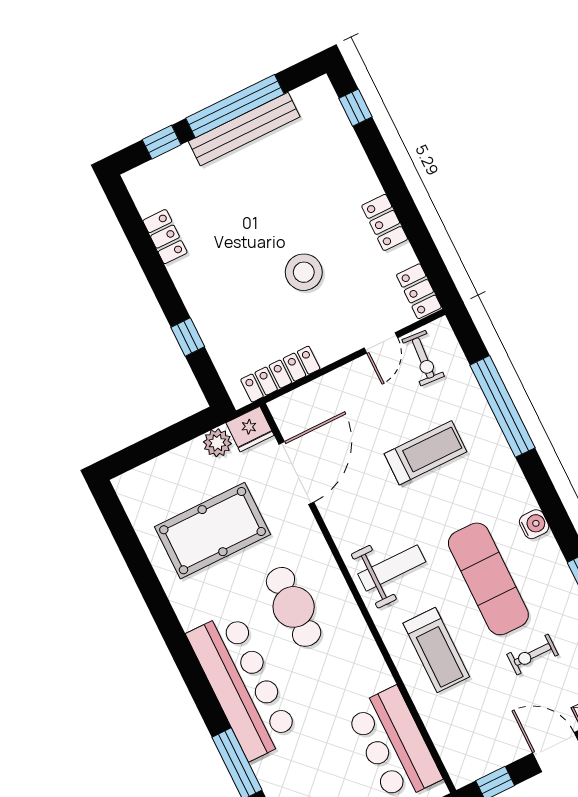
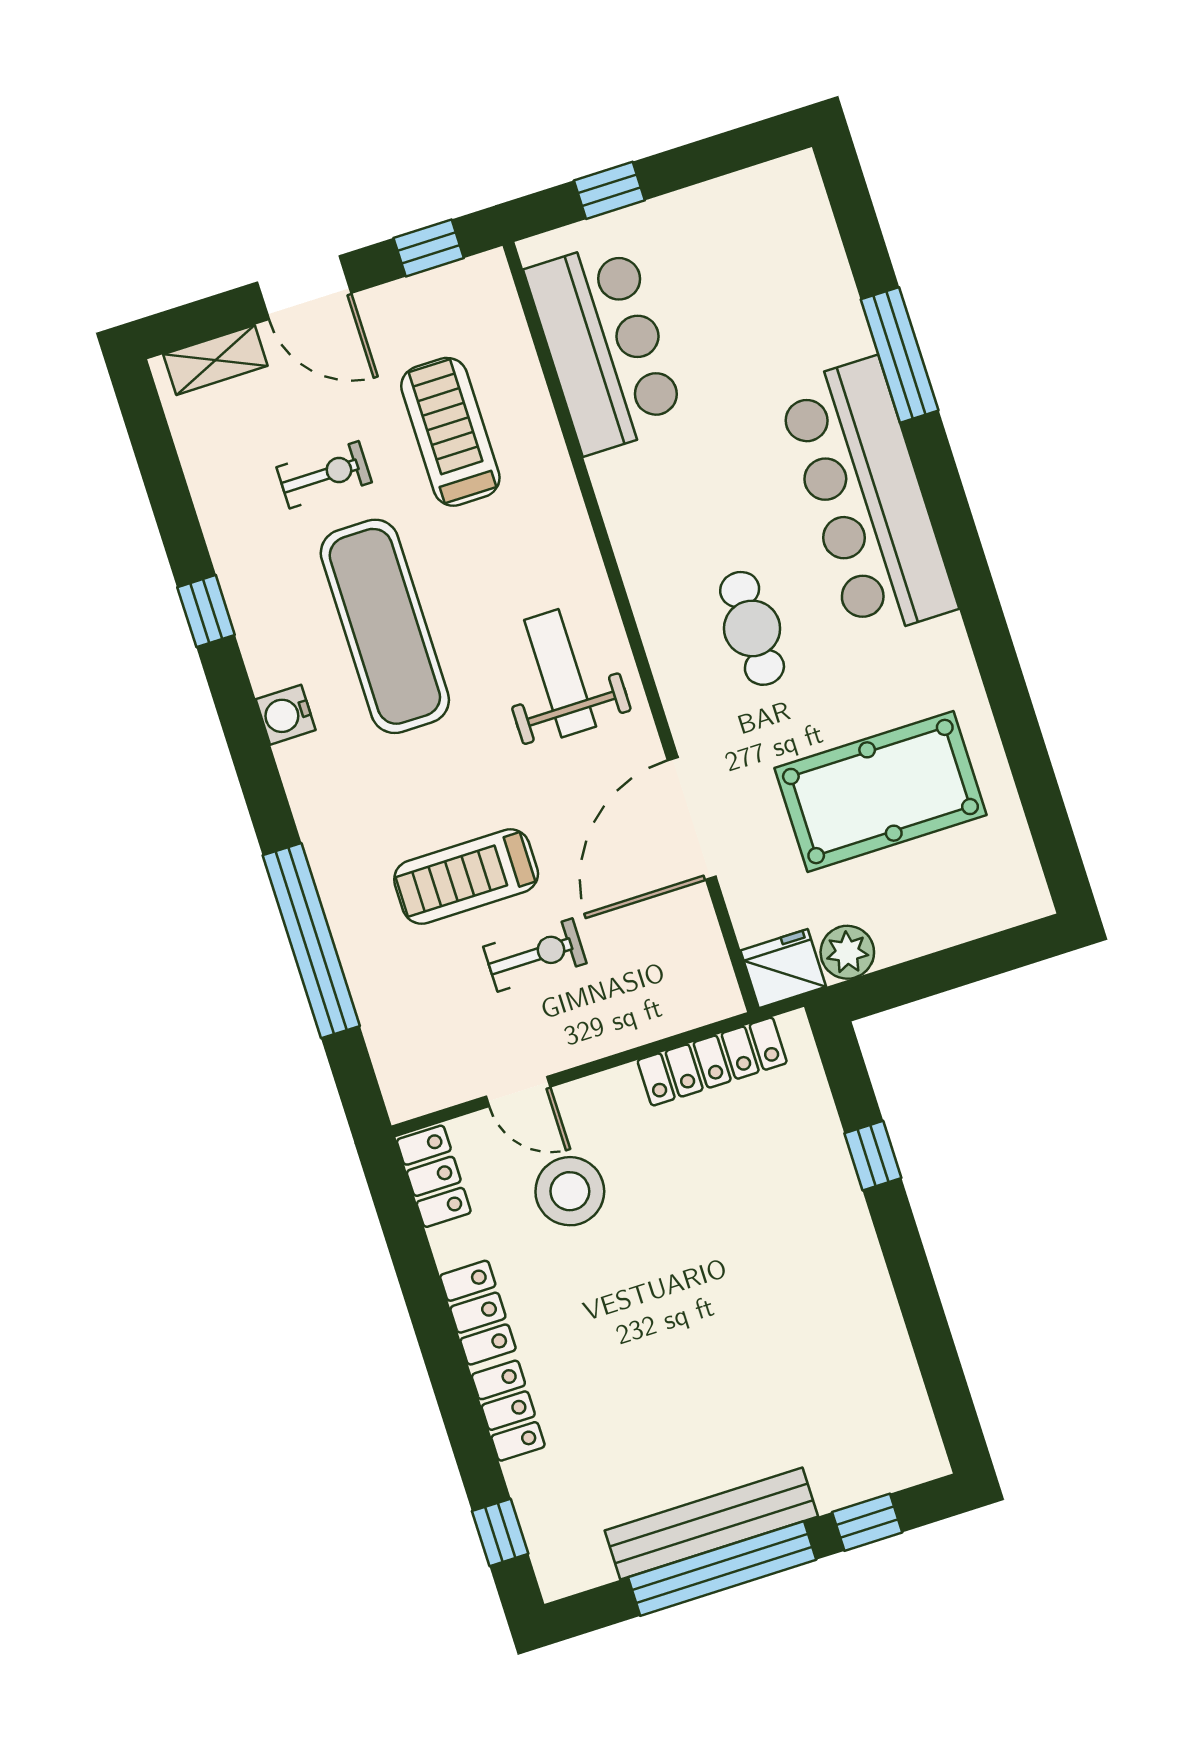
locker: (165, 237) -> (508, 1411), moved, turned 180
stool: (304, 272) -> (570, 1191), moved
door: (381, 343) -> (518, 1092), swing flipped
exercise bike: (423, 358) -> (535, 955), moved, turned 86
door: (296, 473) -> (692, 818), moved
weight bench: (392, 568) -> (560, 673), turned 90
cafe table: (294, 607) -> (752, 628), width x0.73, depth x0.74
treadmill: (436, 650) -> (450, 432), moved

